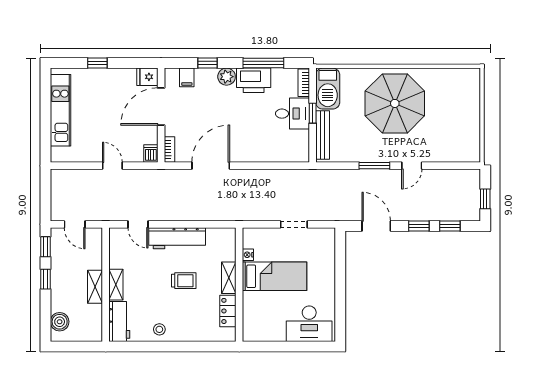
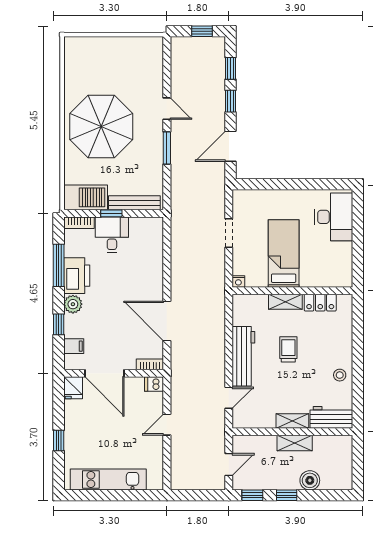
nightstand: (248, 255) -> (238, 282), moved
boiler: (60, 322) -> (310, 480), moved

